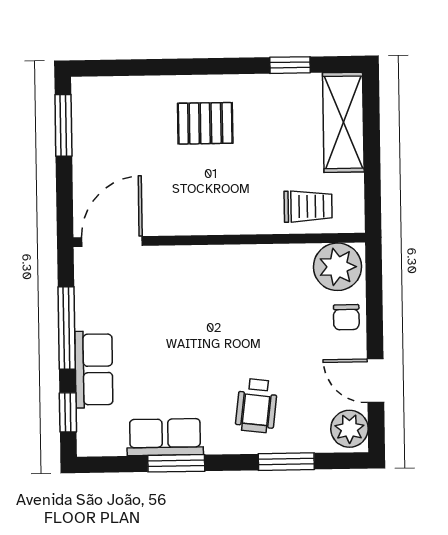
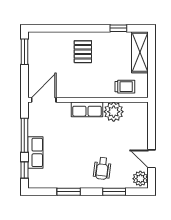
pallet: (205, 123) -> (83, 52), turned 90
plant: (337, 267) -> (114, 112), moved
chair: (346, 317) -> (140, 133), removed
row of seats: (165, 437) -> (87, 109), moved, turned 180

